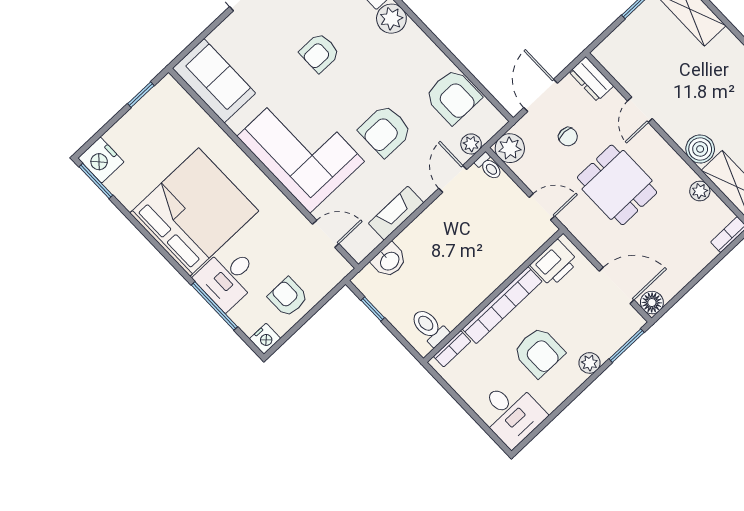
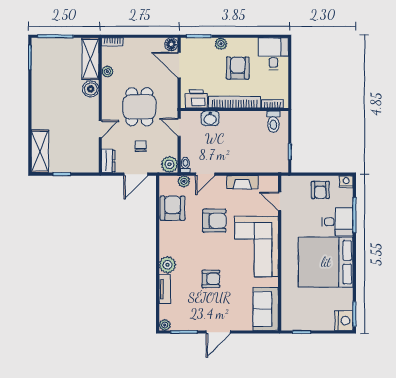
washbasin: (389, 261) -> (210, 118), moved, turned 180

